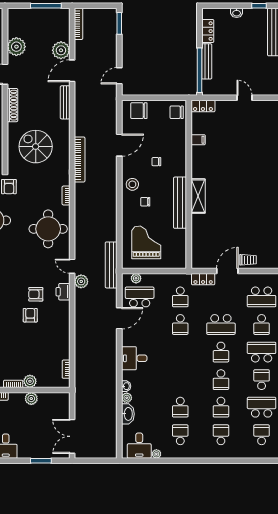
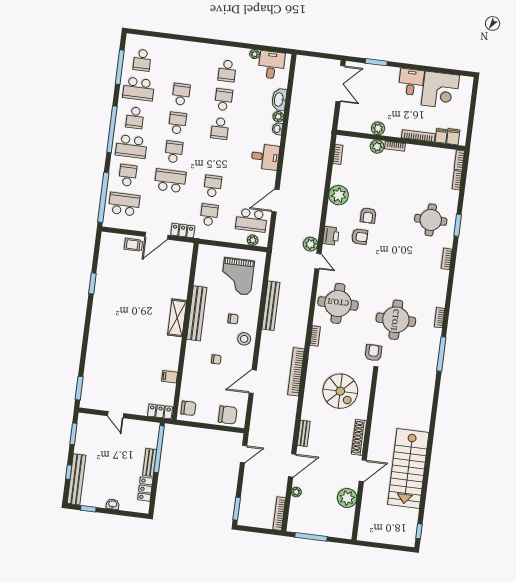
plant: (61, 50) -> (296, 492), width x0.53, depth x0.53
bench: (207, 61) -> (150, 462), width x0.73
bench: (65, 102) -> (304, 433), width x0.73
bench: (111, 265) -> (271, 306), moved
plant: (61, 331) -> (339, 195), added
school desk: (221, 435) -> (220, 128), moved

